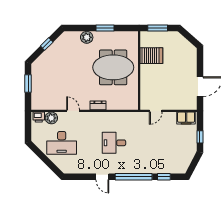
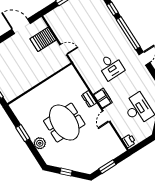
server rack: (151, 56) -> (43, 39), moved, turned -90
meeting table: (113, 67) -> (64, 123), moved
plant: (51, 118) -> (123, 130), removed
filing cabinet: (186, 118) -> (103, 98), moved

